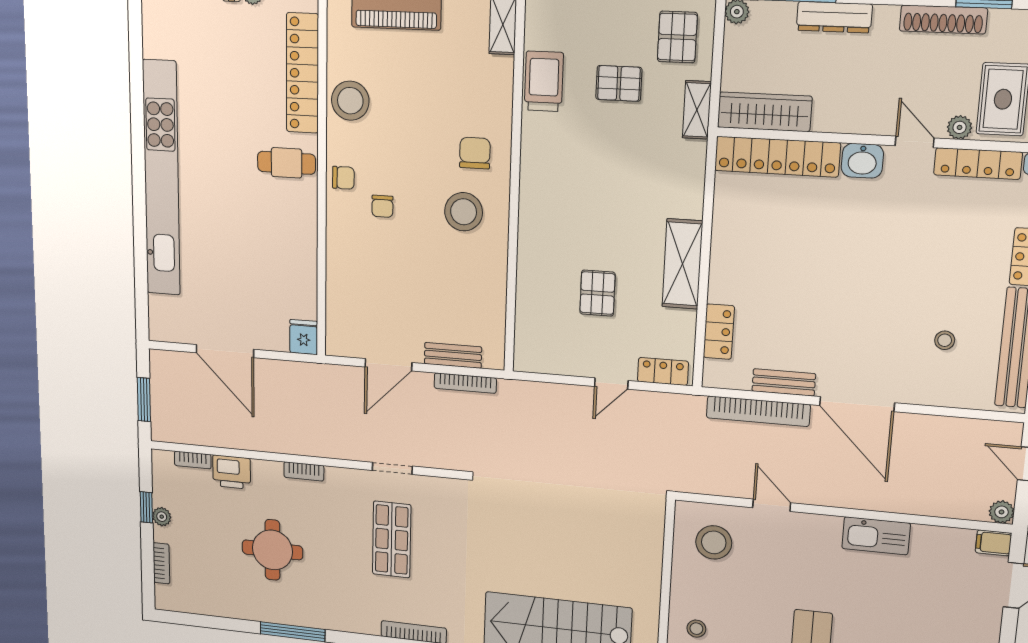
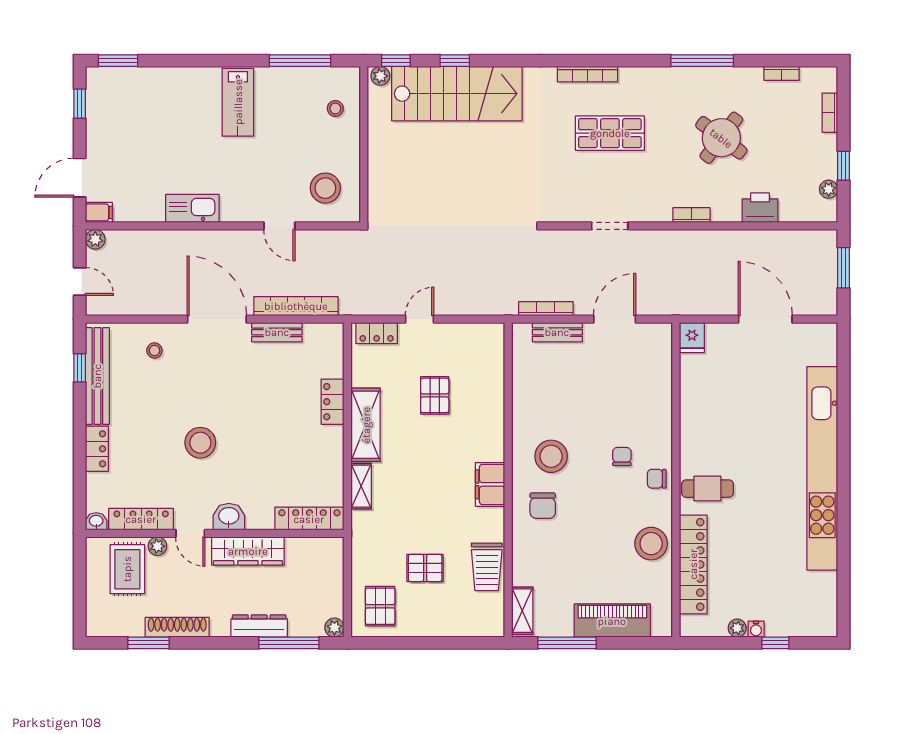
shelving: (697, 110) -> (361, 486), moved
wardrobe: (765, 112) -> (248, 551), moved
locker: (777, 157) -> (309, 519), width x0.71, depth x0.83
filing cabinet: (536, 182) -> (490, 484), added
stool: (891, 256) -> (200, 443), added
locker: (719, 332) -> (333, 402), moved
stool: (945, 340) -> (154, 350), moved
bookcase: (193, 460) -> (781, 73), moved, turned 180
plant: (162, 517) -> (829, 189), moved
shop shelf: (392, 540) -> (610, 133), moved, turned 90
round table: (272, 550) -> (721, 138), turned 37

